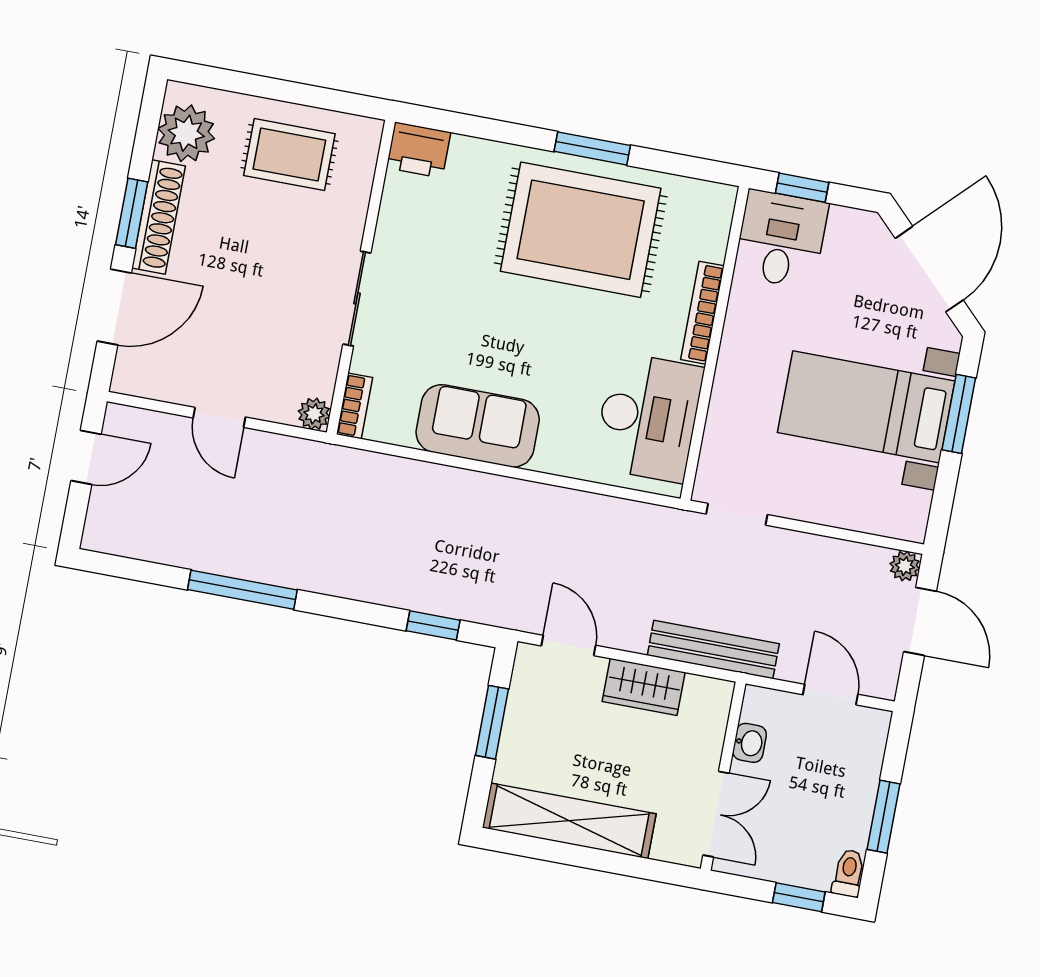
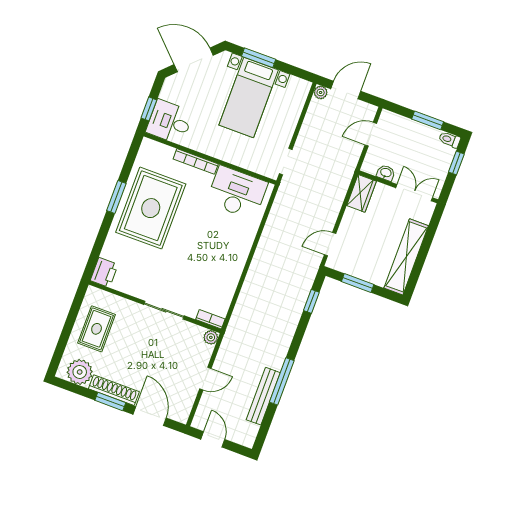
sofa: (478, 426) -> (228, 267), removed
bench: (713, 650) -> (263, 396), moved
wardrobe: (644, 687) -> (361, 193), moved

